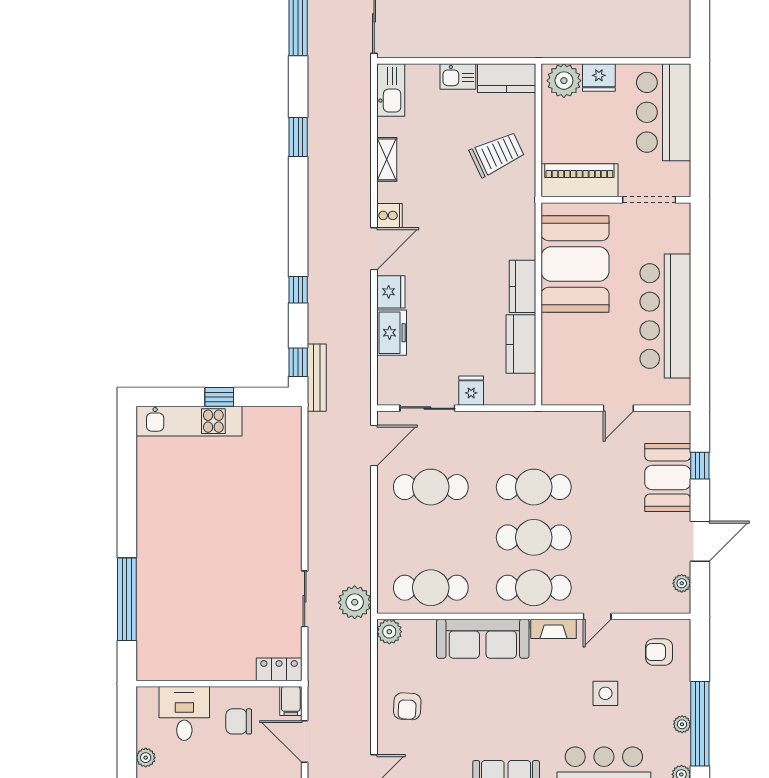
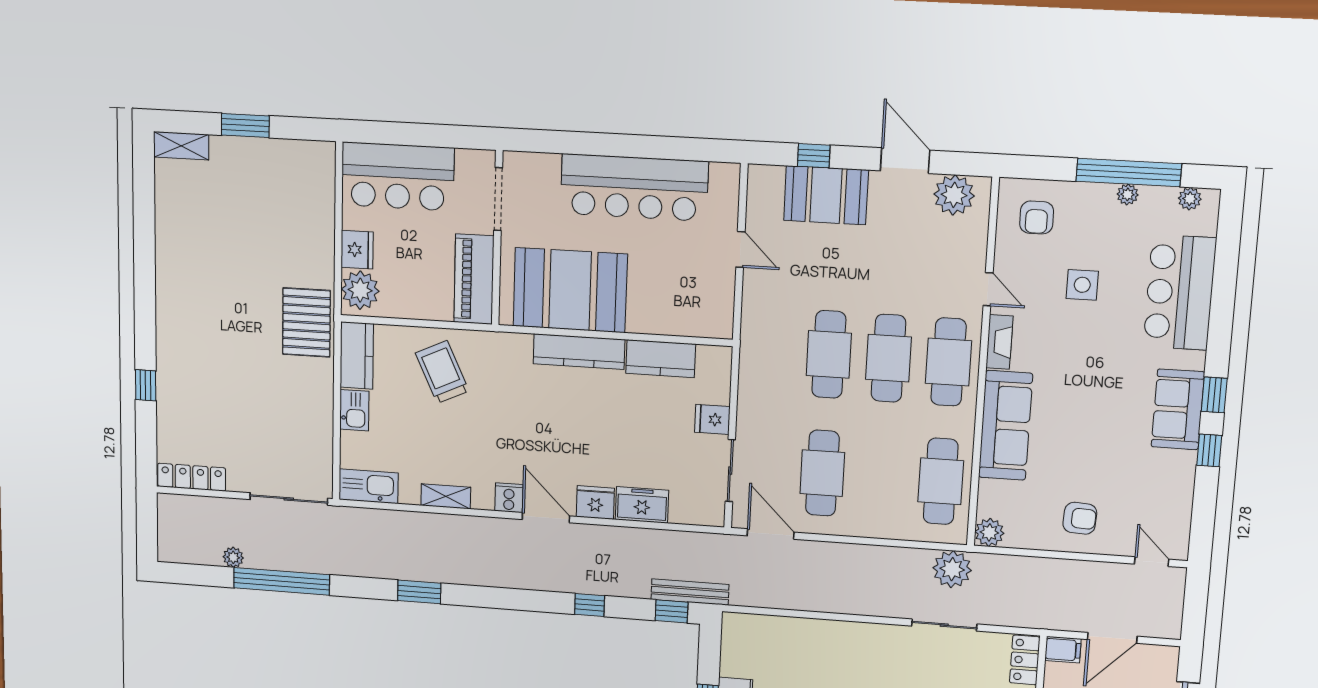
pallet: (533, 33) -> (306, 322), added
kitchen counter: (522, 286) -> (579, 352), width x1.50
plant: (682, 583) -> (954, 195), width x1.88, depth x1.88

